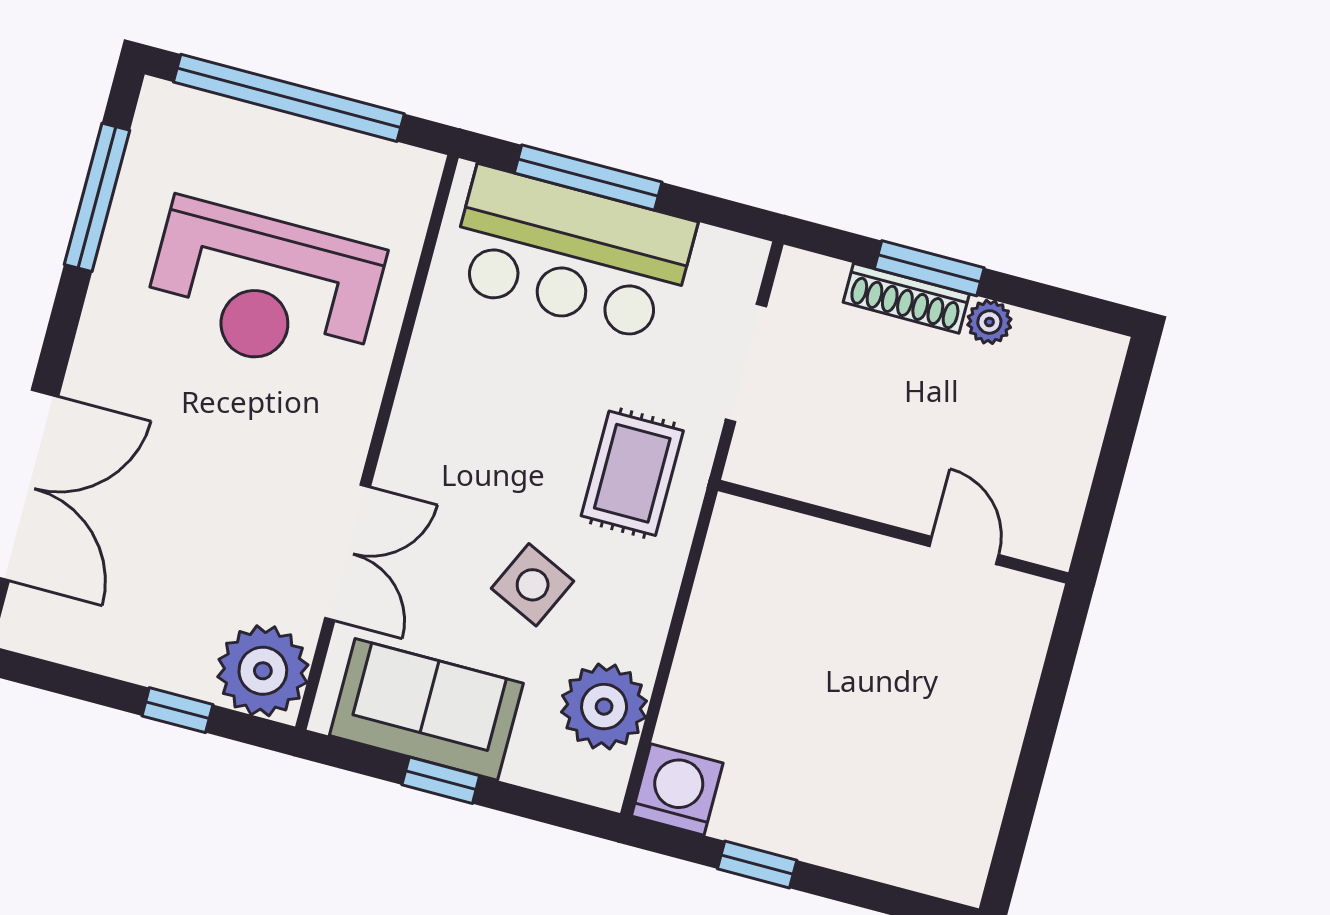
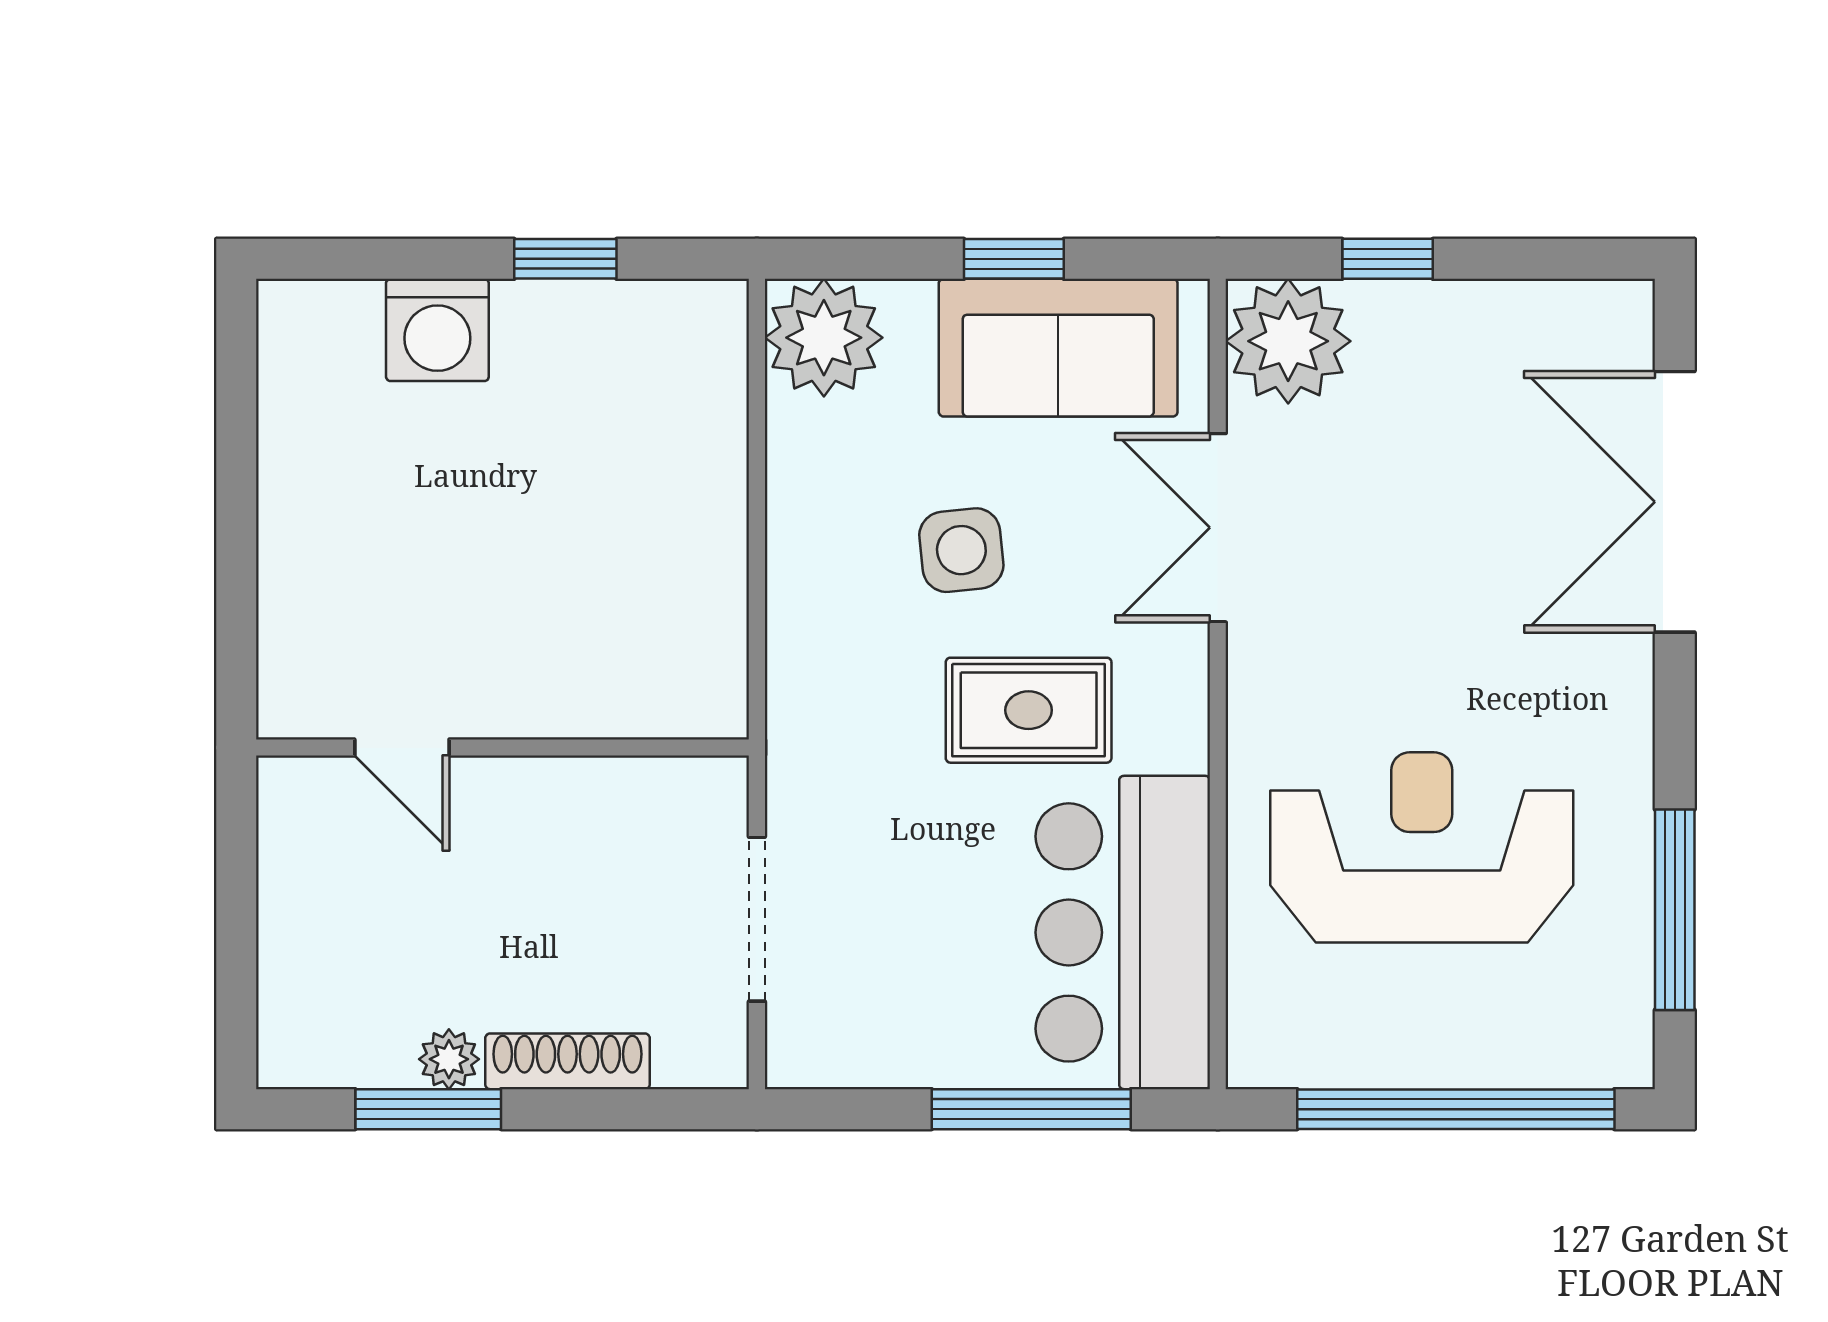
bar counter: (572, 254) -> (1123, 932), moved, turned -90
window: (929, 268) -> (428, 1109), moved
rug: (632, 473) -> (1029, 710), moved, turned 90
side table: (533, 585) -> (961, 550), turned -31
plant: (604, 707) -> (824, 338), moved
washing machine: (677, 789) -> (437, 330), moved

